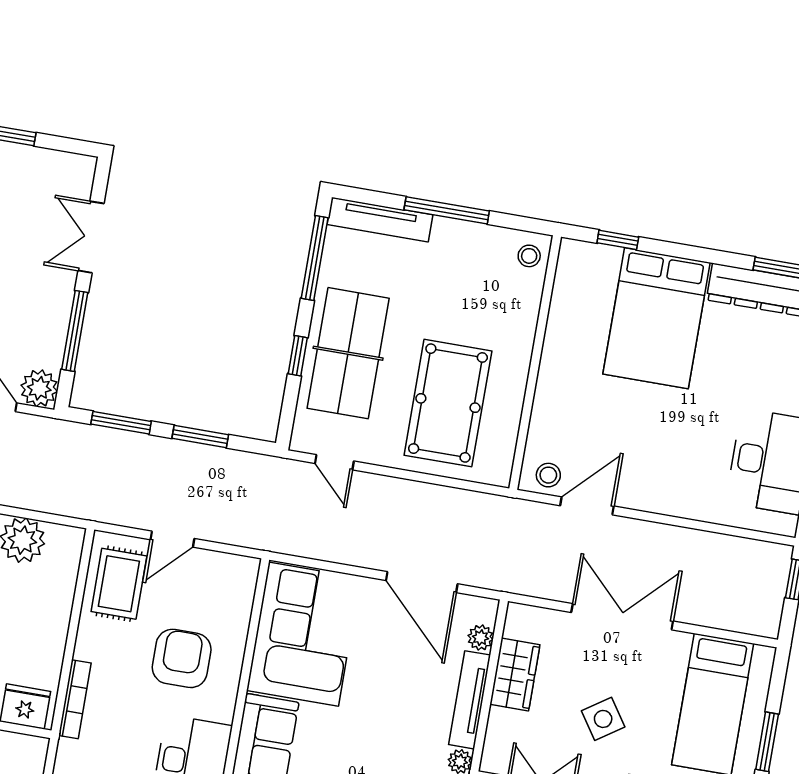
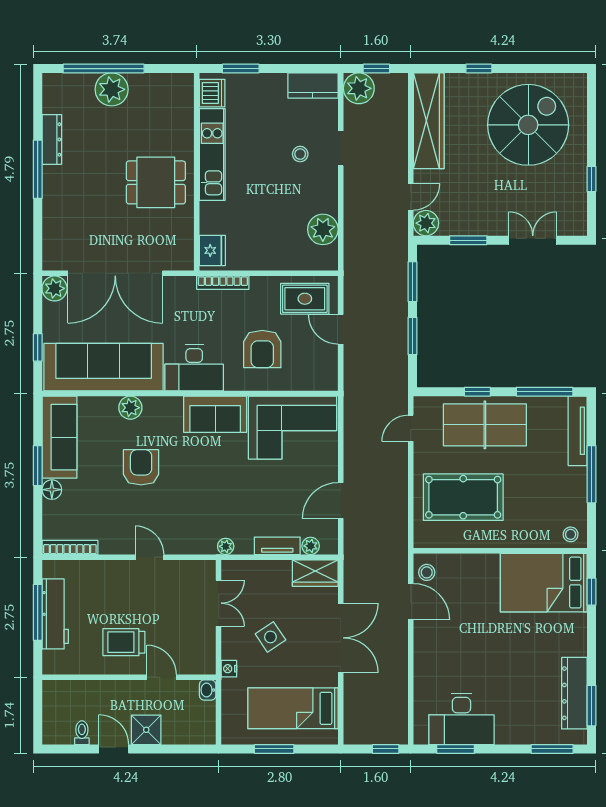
bed: (656, 318) -> (544, 583), moved
window: (75, 331) -> (468, 240), width x0.69
door: (422, 582) -> (341, 500), width x0.73
armchair: (182, 658) -> (262, 349), turned 90
wardrobe: (515, 675) -> (315, 573), moved
tv unit: (470, 700) -> (277, 546), width x0.71

